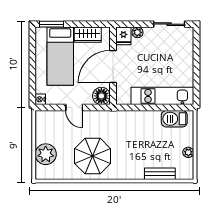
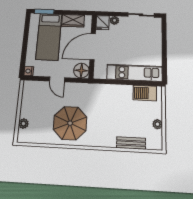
plant: (46, 154) -> (23, 124), width x0.53, depth x0.53

